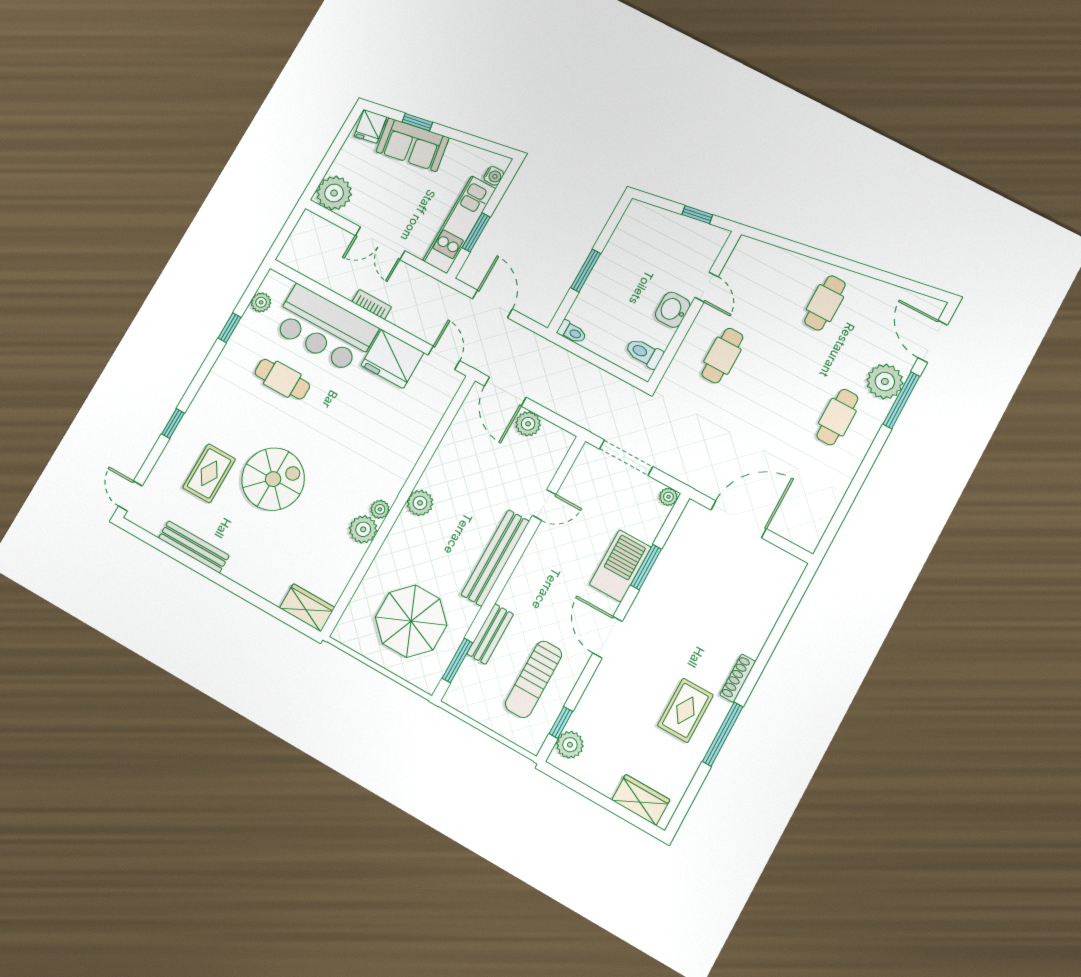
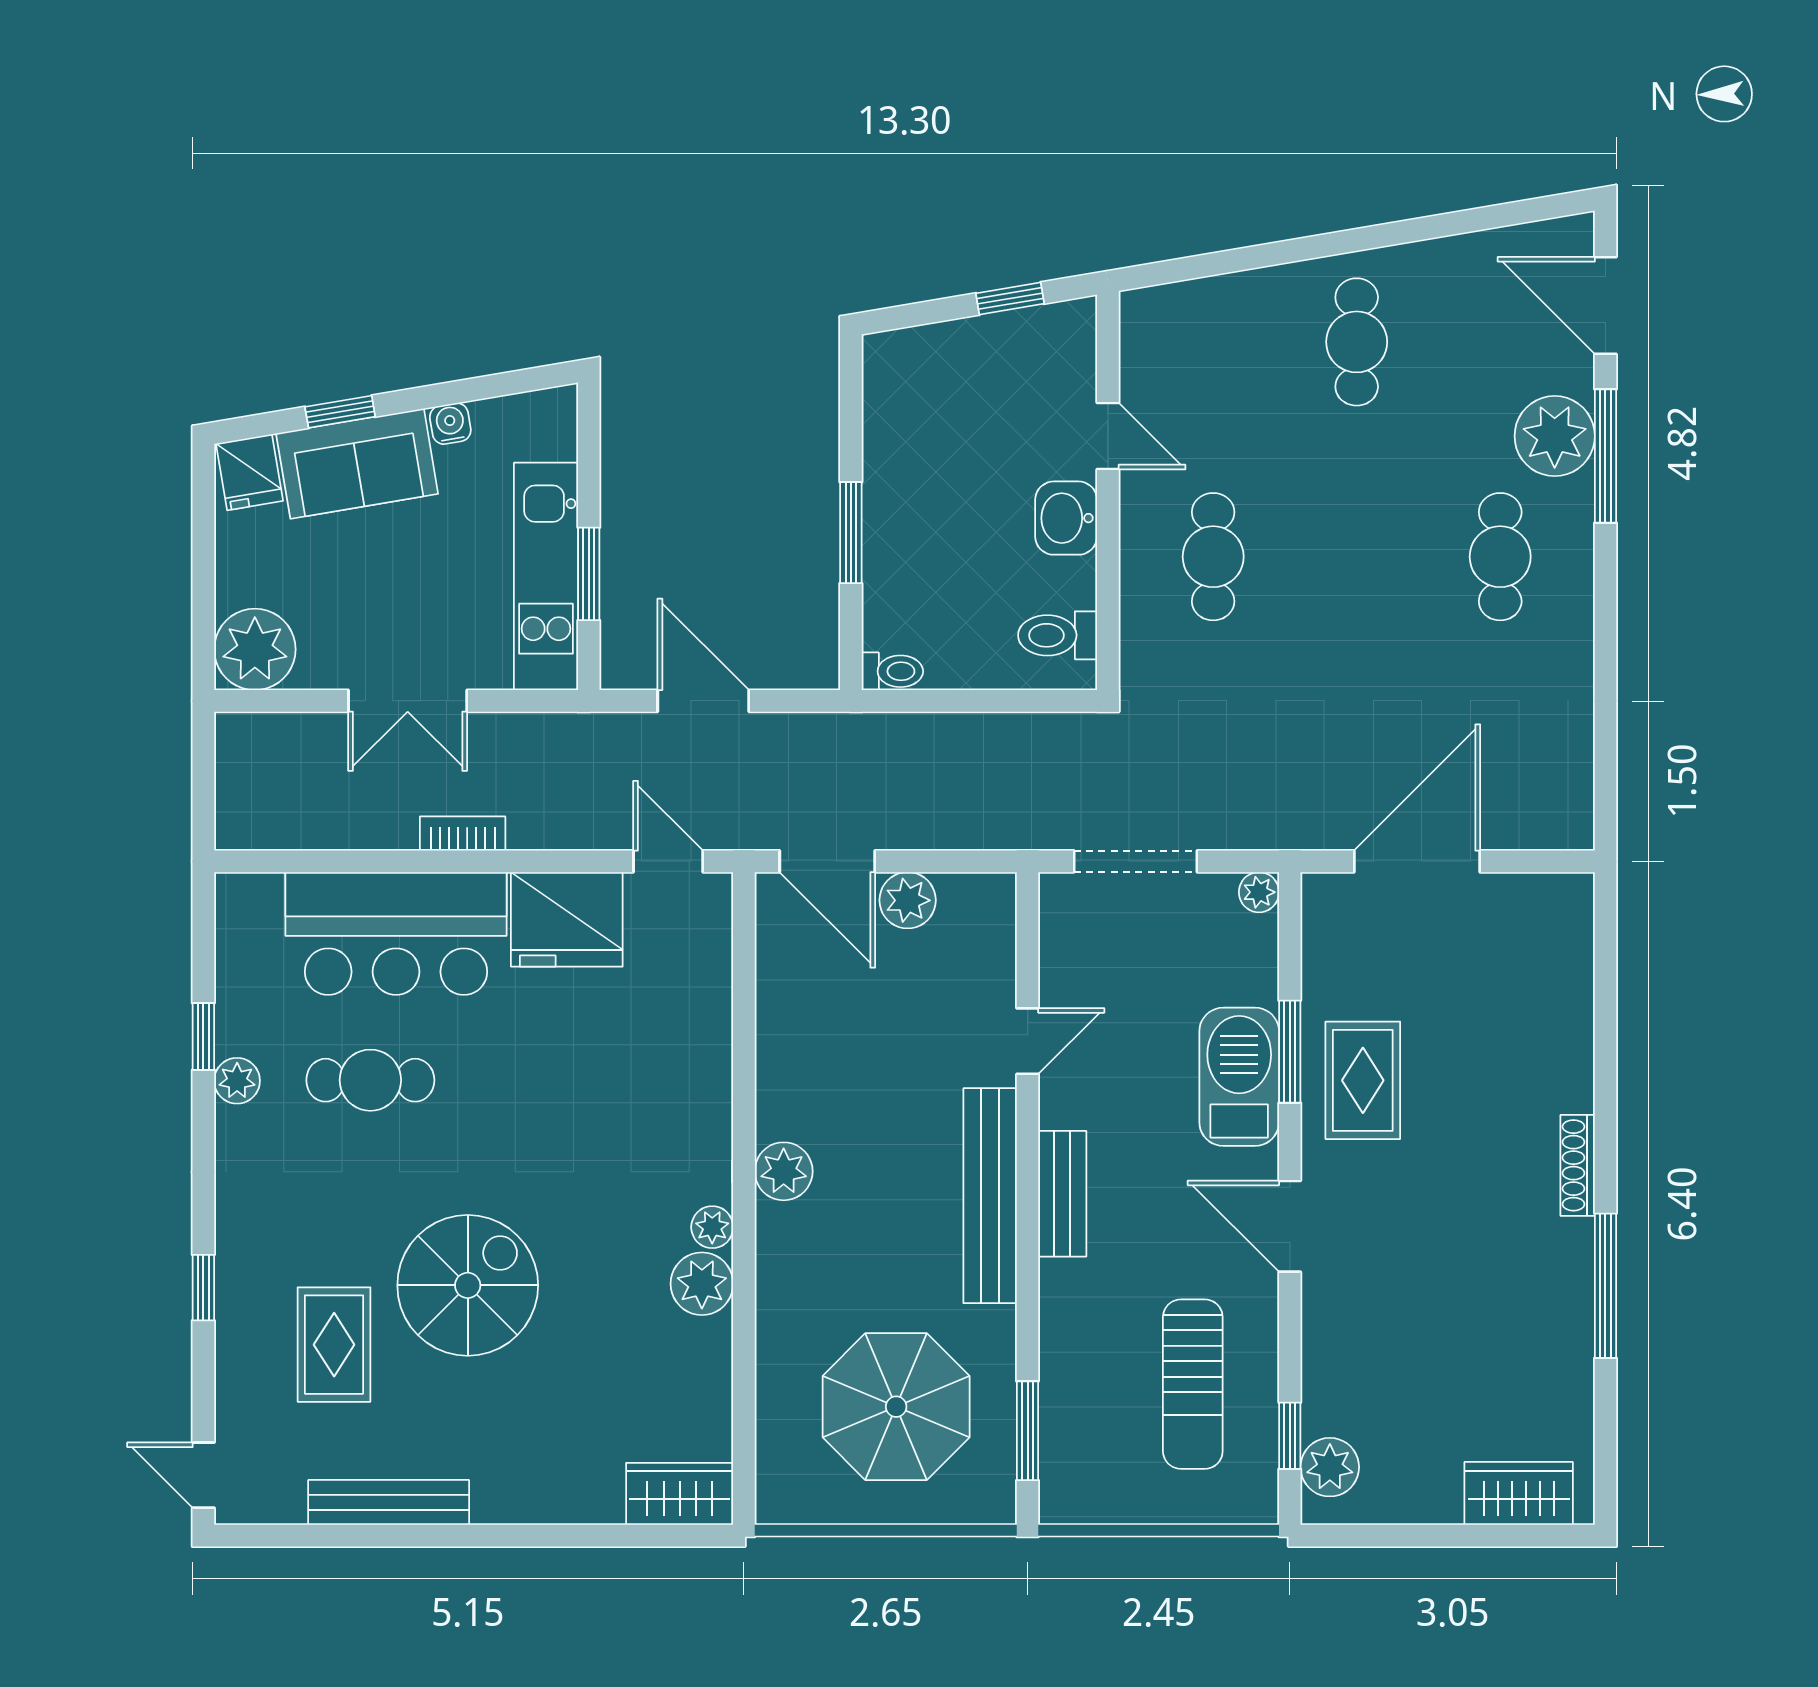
water cooler: (494, 176) -> (450, 424), moved, turned -100
plant: (261, 302) -> (237, 1081), moved
bench: (490, 634) -> (1062, 1194), moved
rug: (685, 710) -> (1363, 1080), moved

